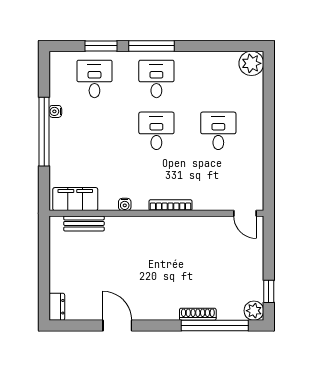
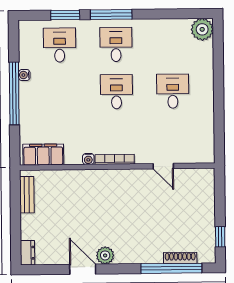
bookcase: (171, 205) -> (115, 159), moved
door: (245, 213) -> (163, 166), moved
bench: (84, 223) -> (27, 195), moved, turned 90
plant: (254, 311) -> (105, 255), moved
shoe rack: (198, 314) -> (180, 258), moved

